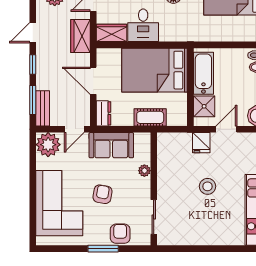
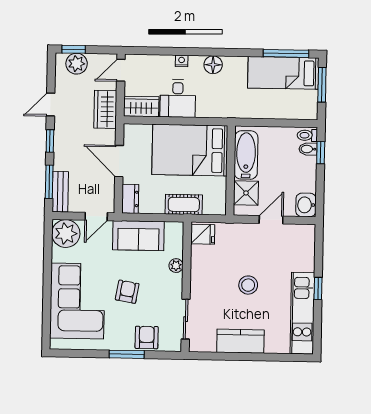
fridge: (201, 143) -> (203, 234), moved, turned -90
kitchen counter: (202, 235) -> (240, 341), added

